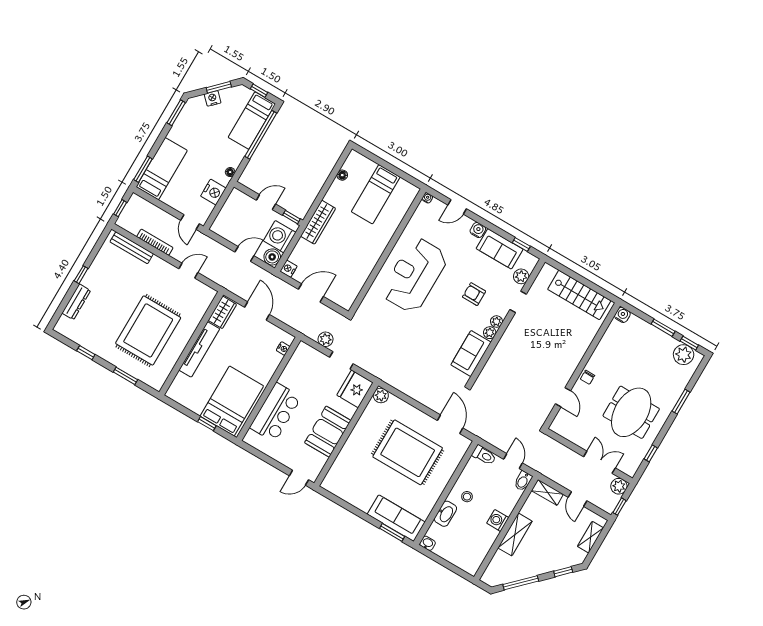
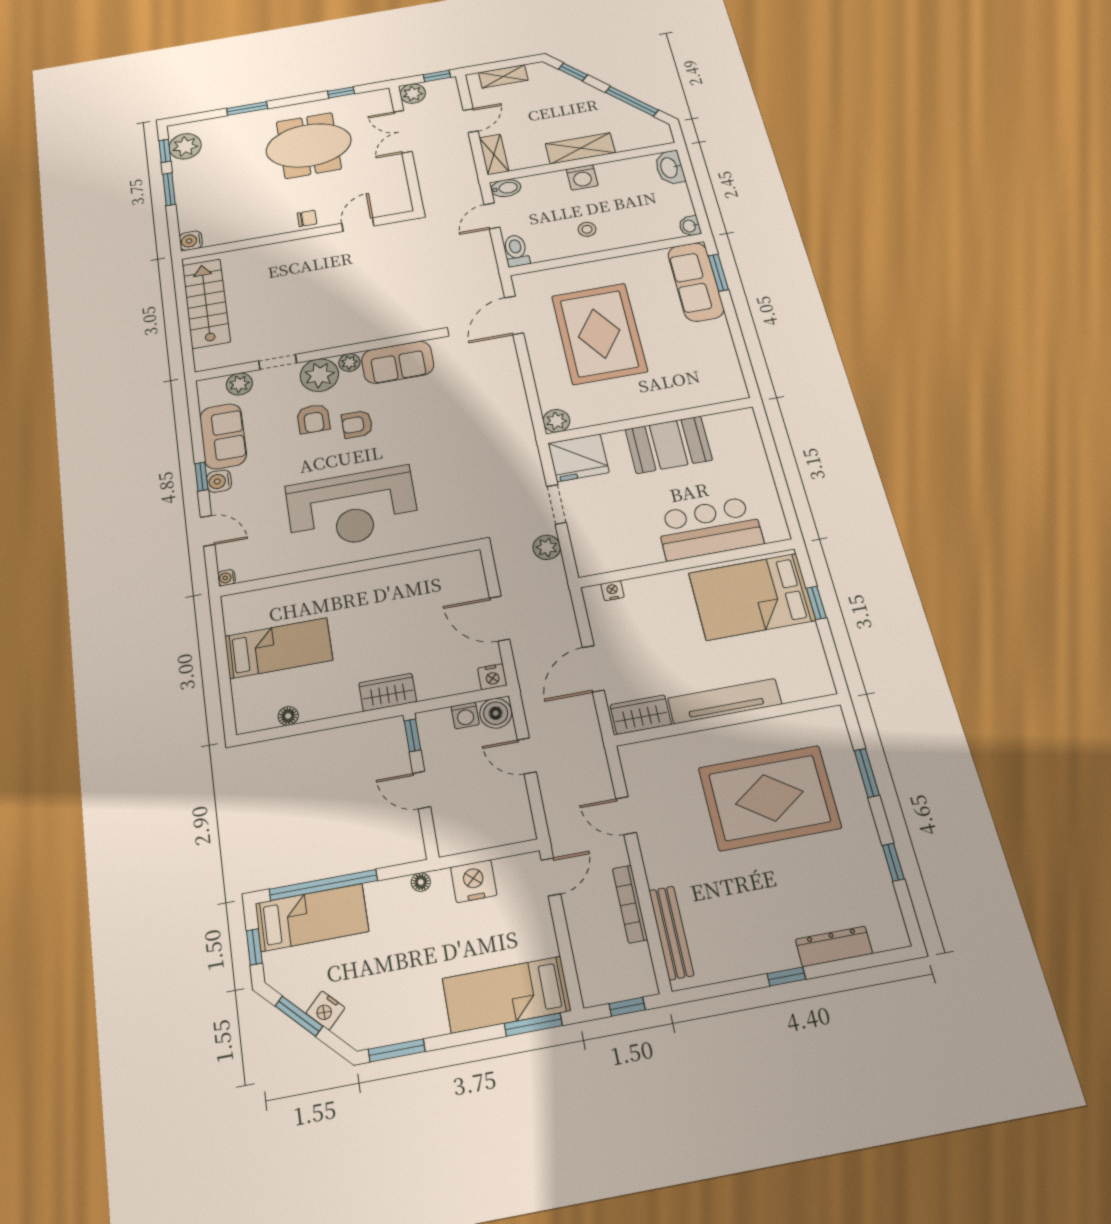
wardrobe: (318, 222) -> (388, 692), width x0.67
washing machine: (280, 237) -> (465, 715), width x0.53, depth x0.53
window: (521, 244) -> (201, 477), moved
armchair: (455, 310) -> (357, 424), added
plant: (496, 321) -> (319, 375), width x1.88, depth x1.88
door: (299, 478) -> (765, 430), removed
washbasin: (445, 514) -> (670, 168), moved, turned -90

